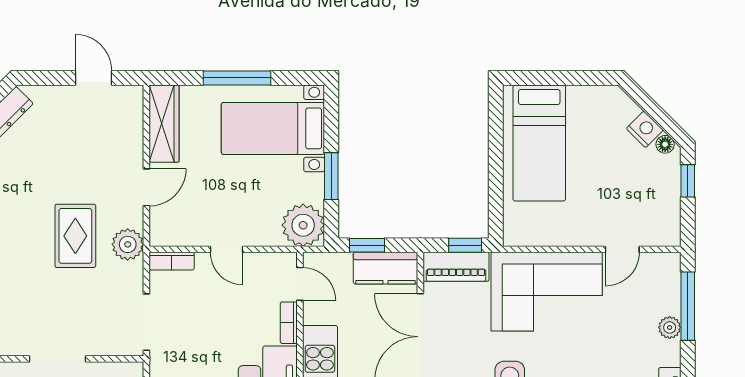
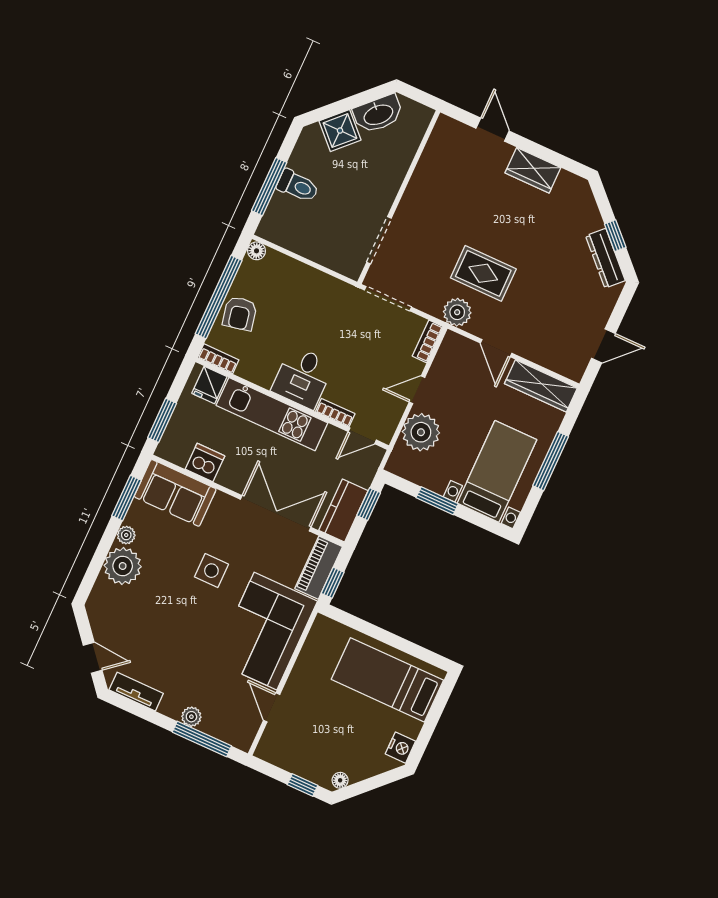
nightstand: (645, 129) -> (400, 748), moved, turned -45
plant: (303, 225) -> (421, 432), moved
doorway: (58, 359) -> (379, 240), moved

